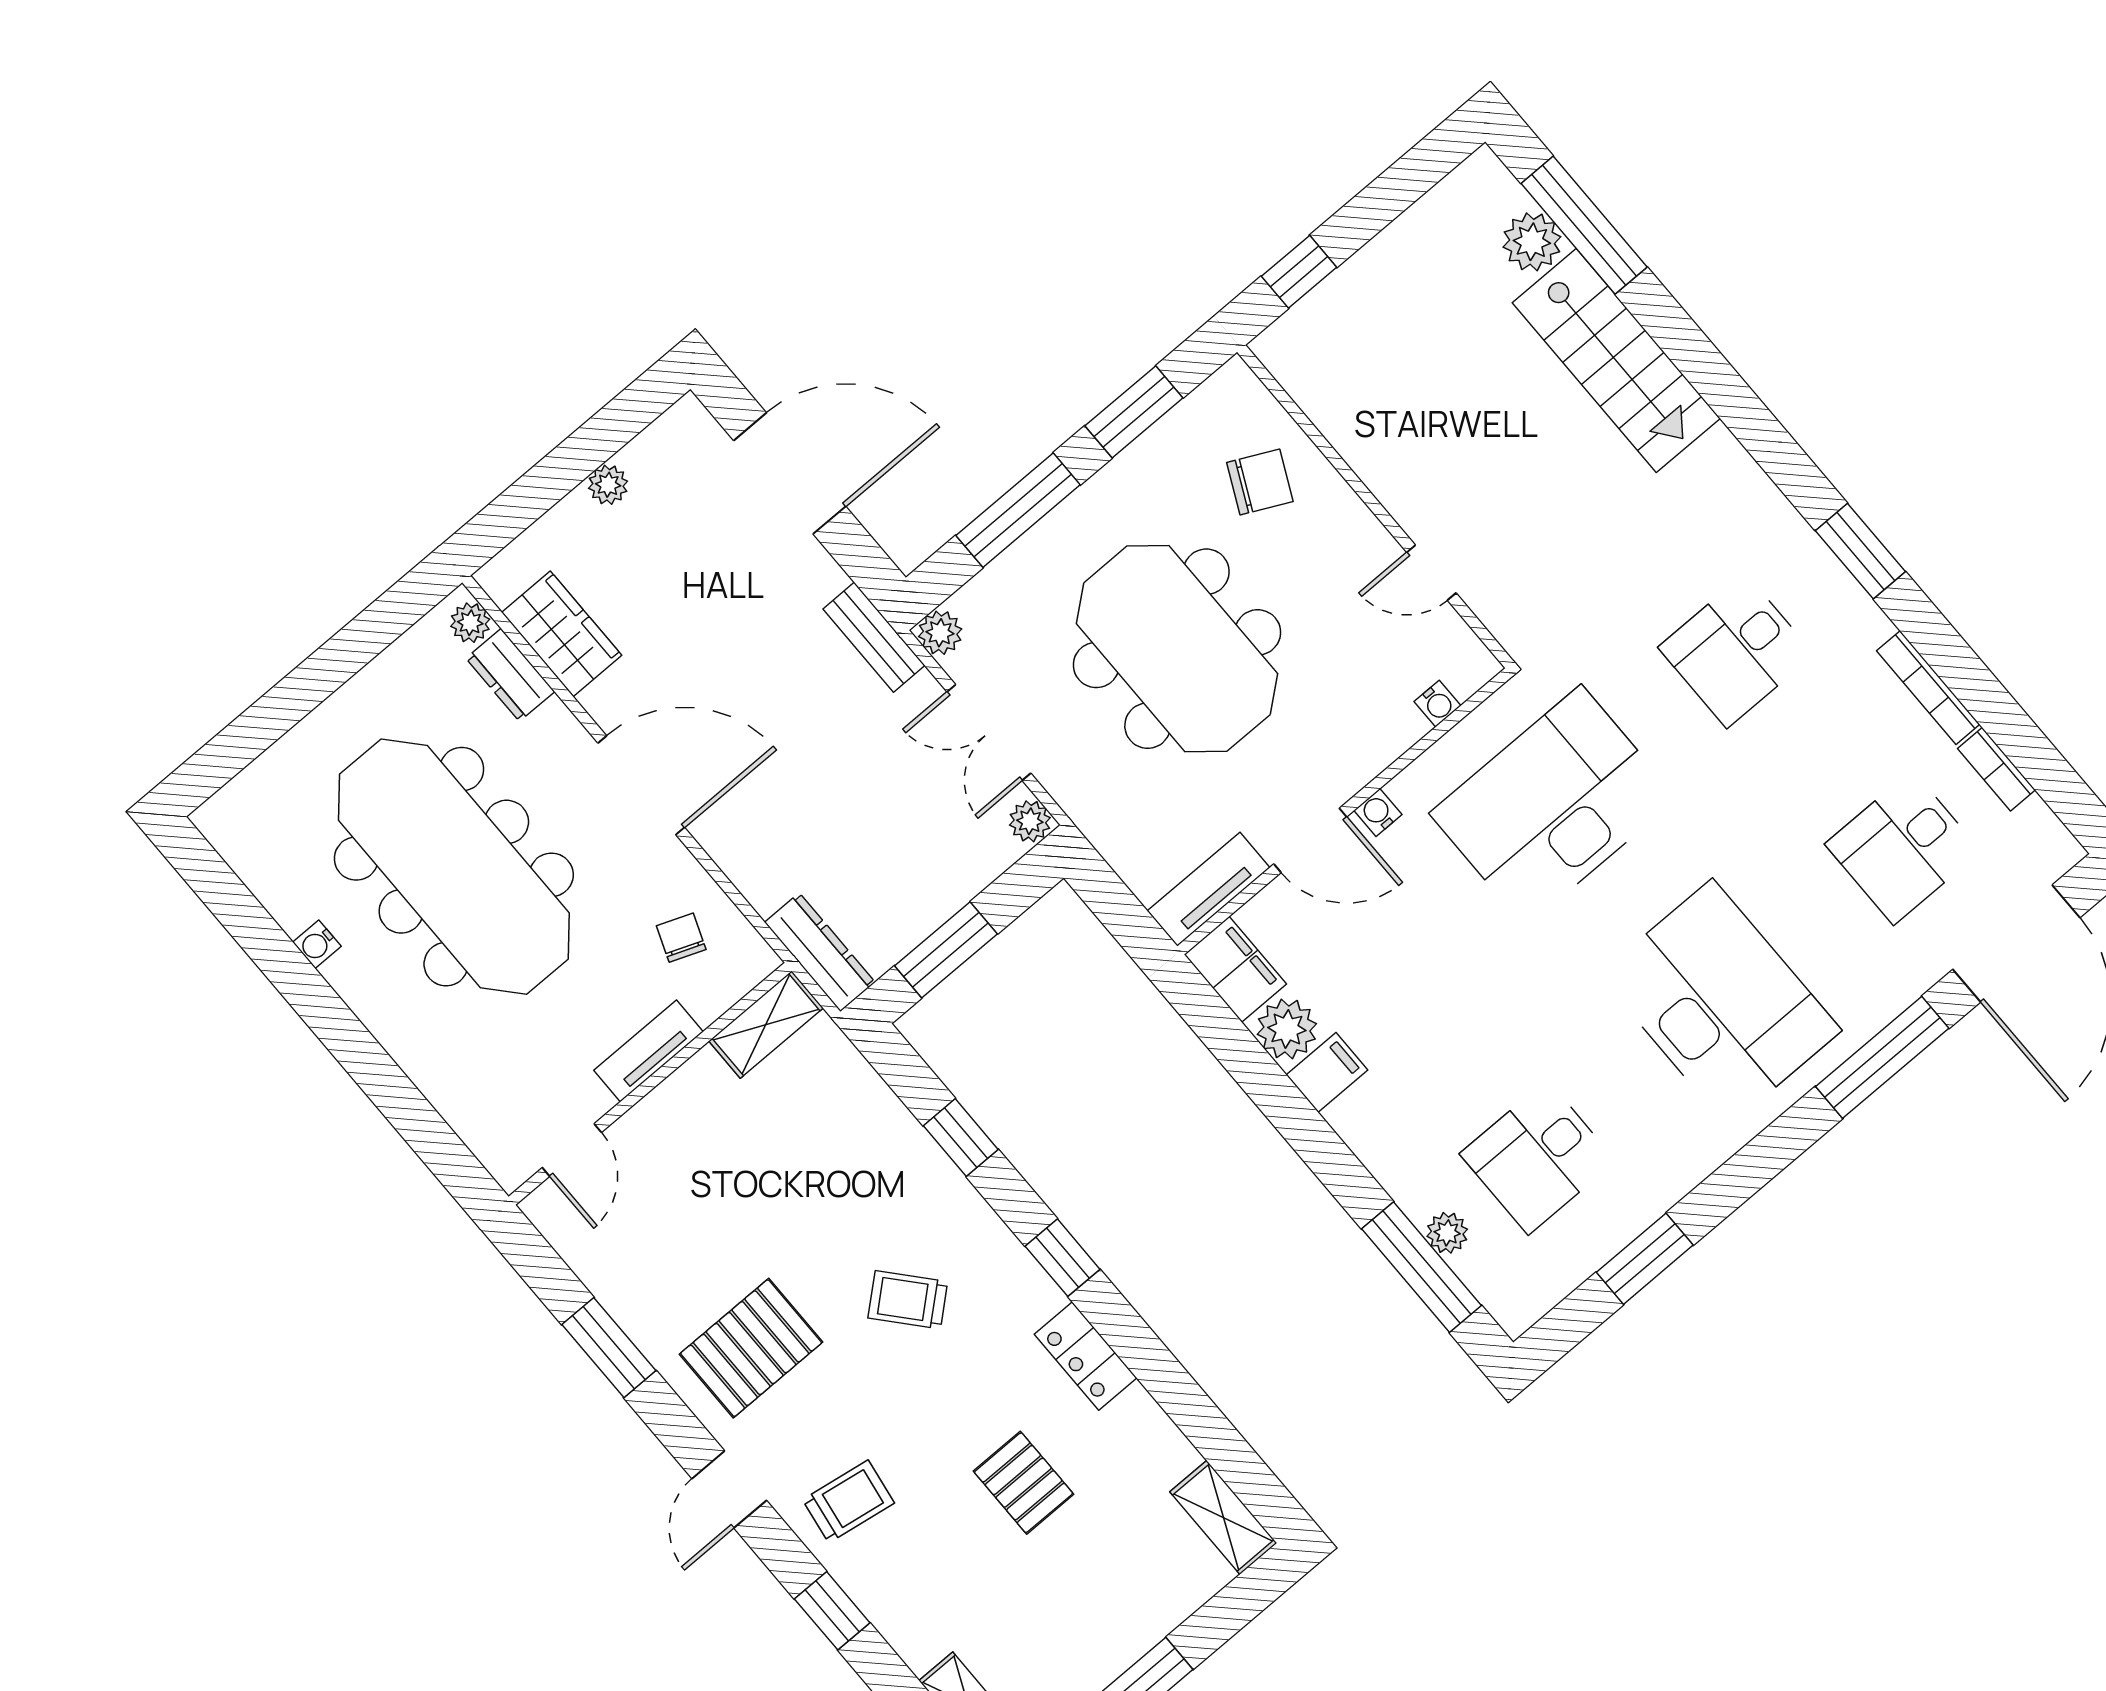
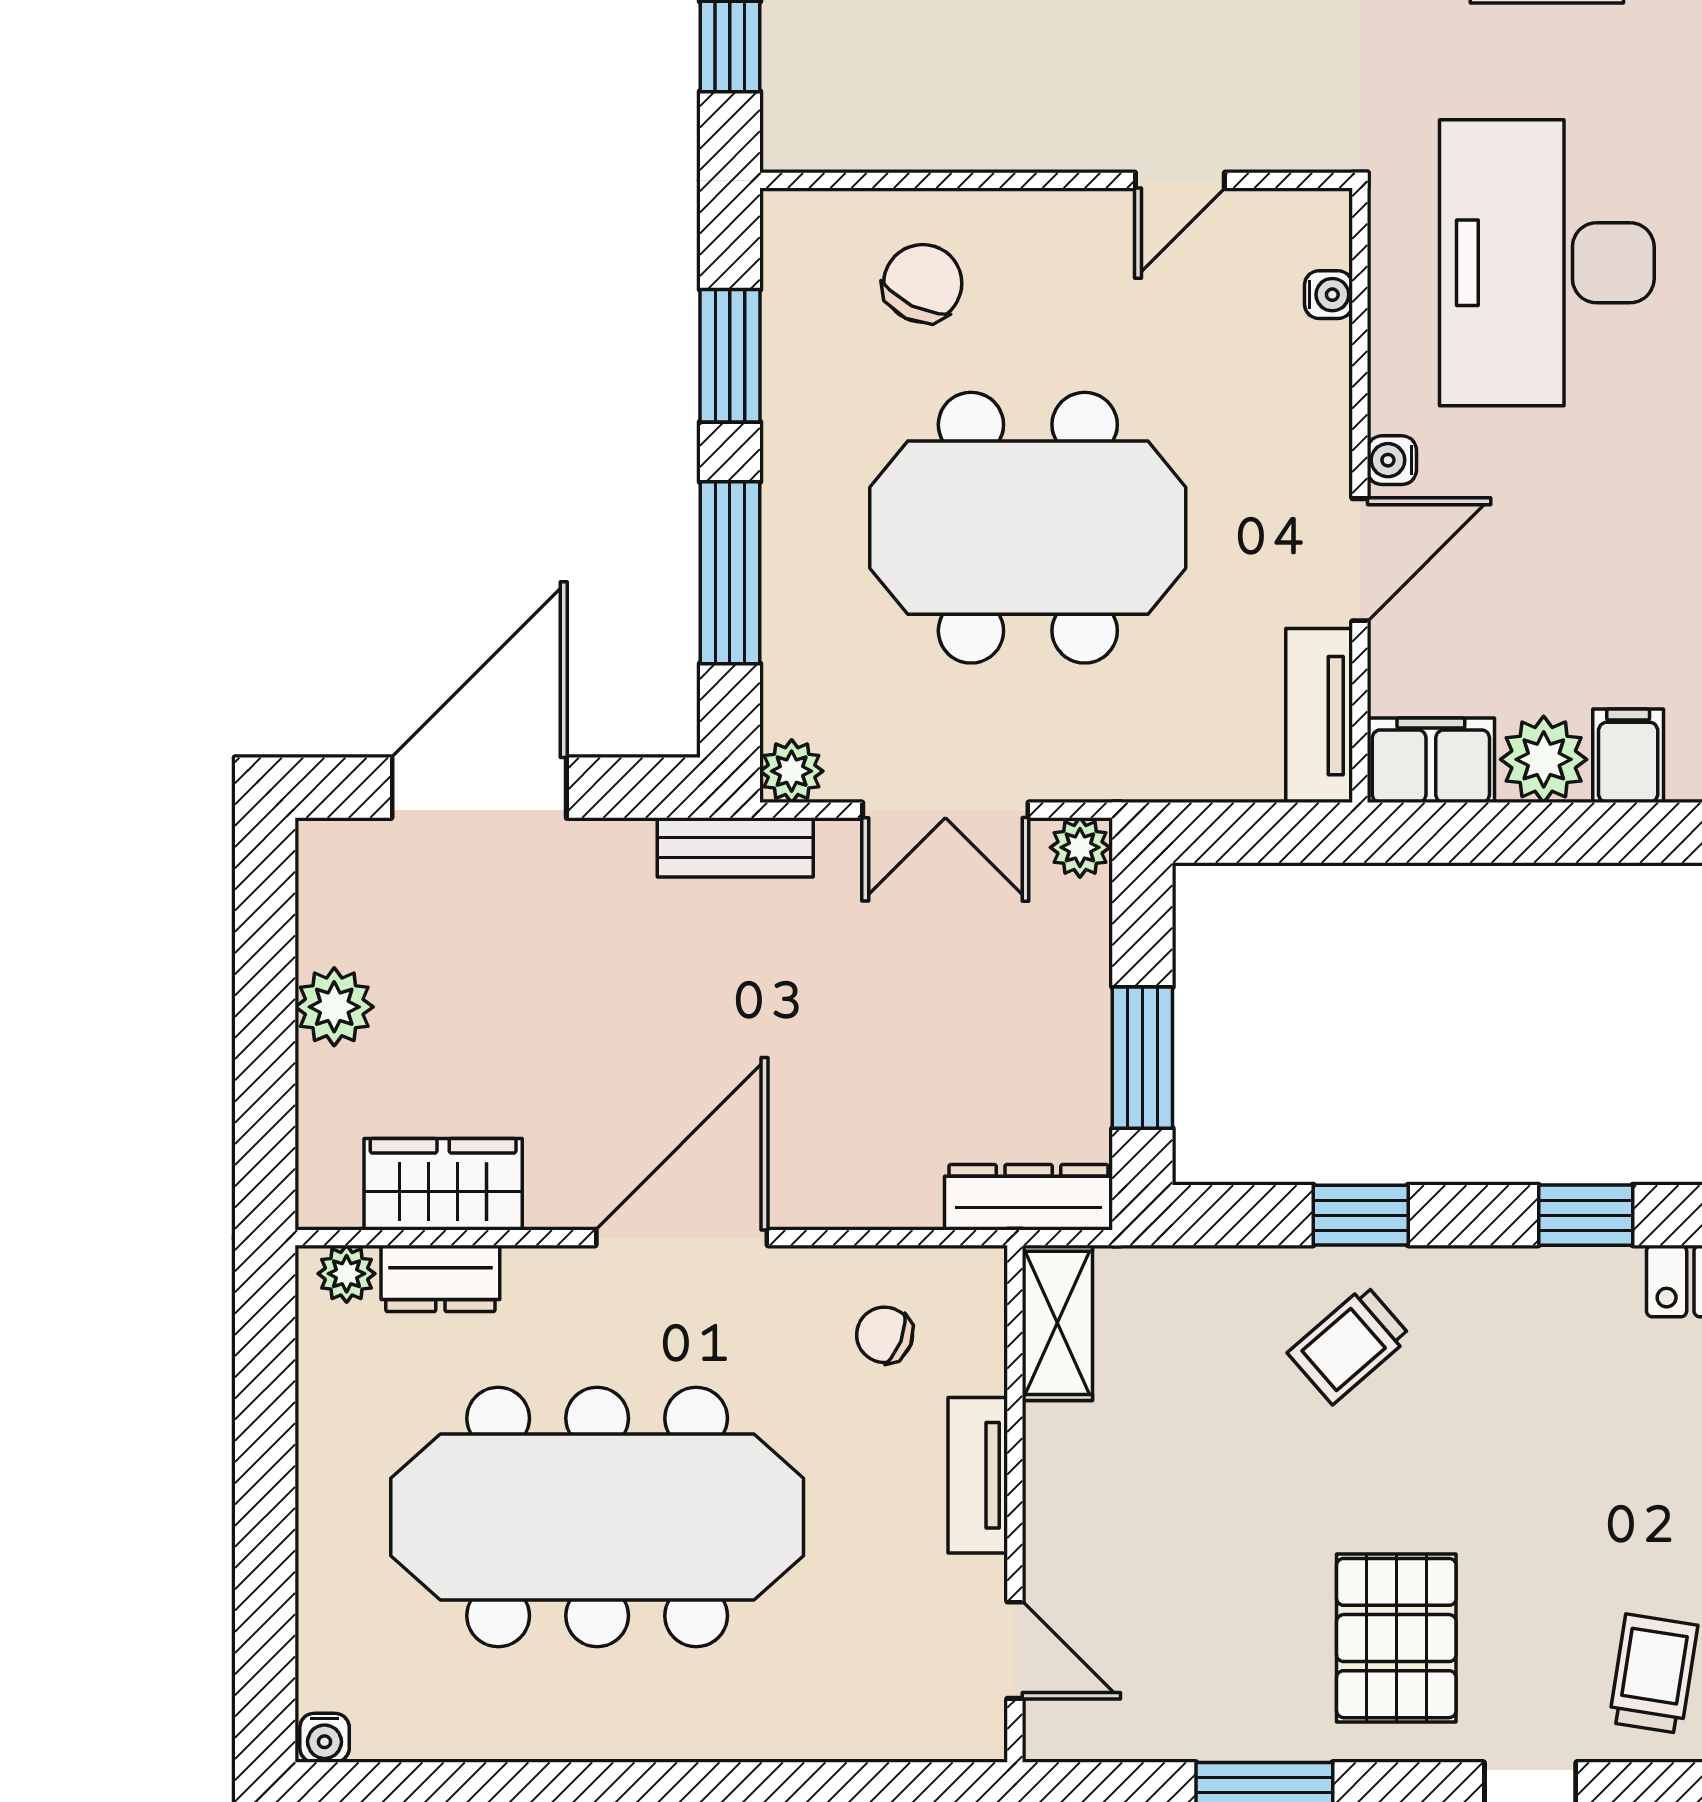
plant: (608, 485) -> (334, 1007), width x1.38, depth x1.38
water cooler: (317, 944) -> (325, 1738), moved
trolley: (908, 1300) -> (1349, 1345), moved

